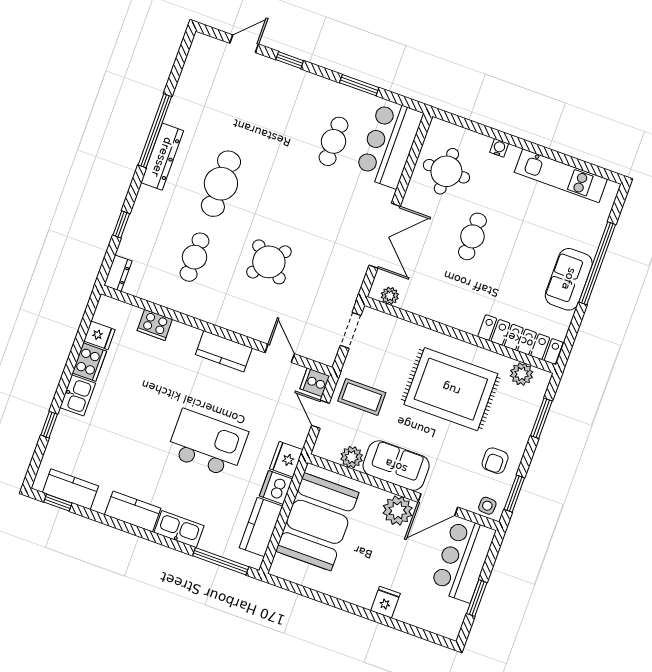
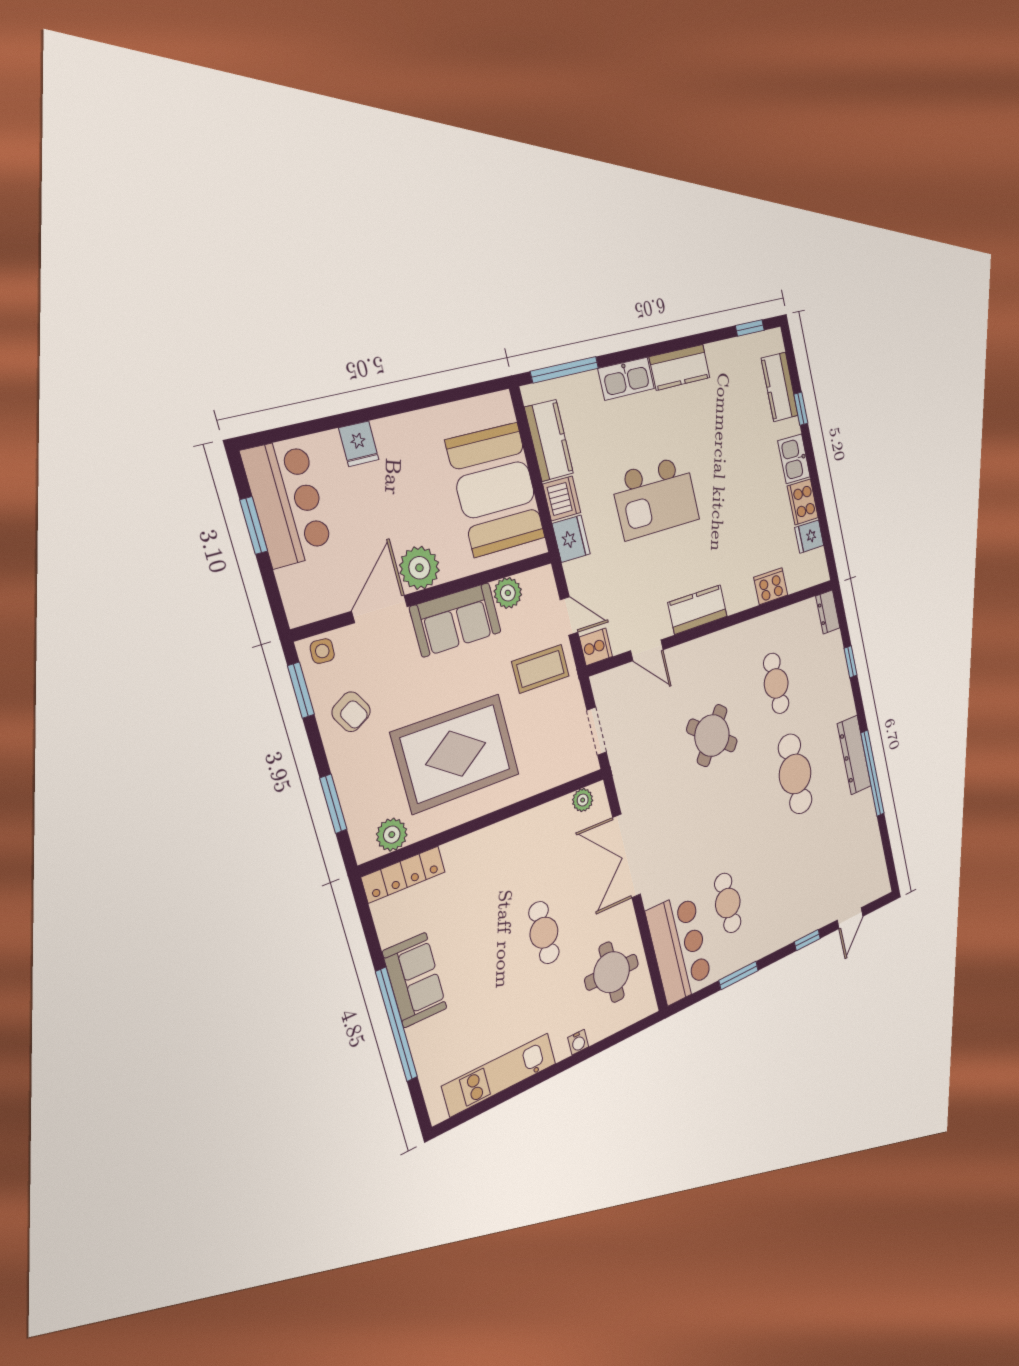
locker: (520, 340) -> (403, 874), width x0.71, depth x0.83
armchair: (495, 461) -> (351, 712), turned 150
kitchen counter: (70, 489) -> (780, 387), moved, turned 90
bar counter: (463, 560) -> (288, 503), moved

